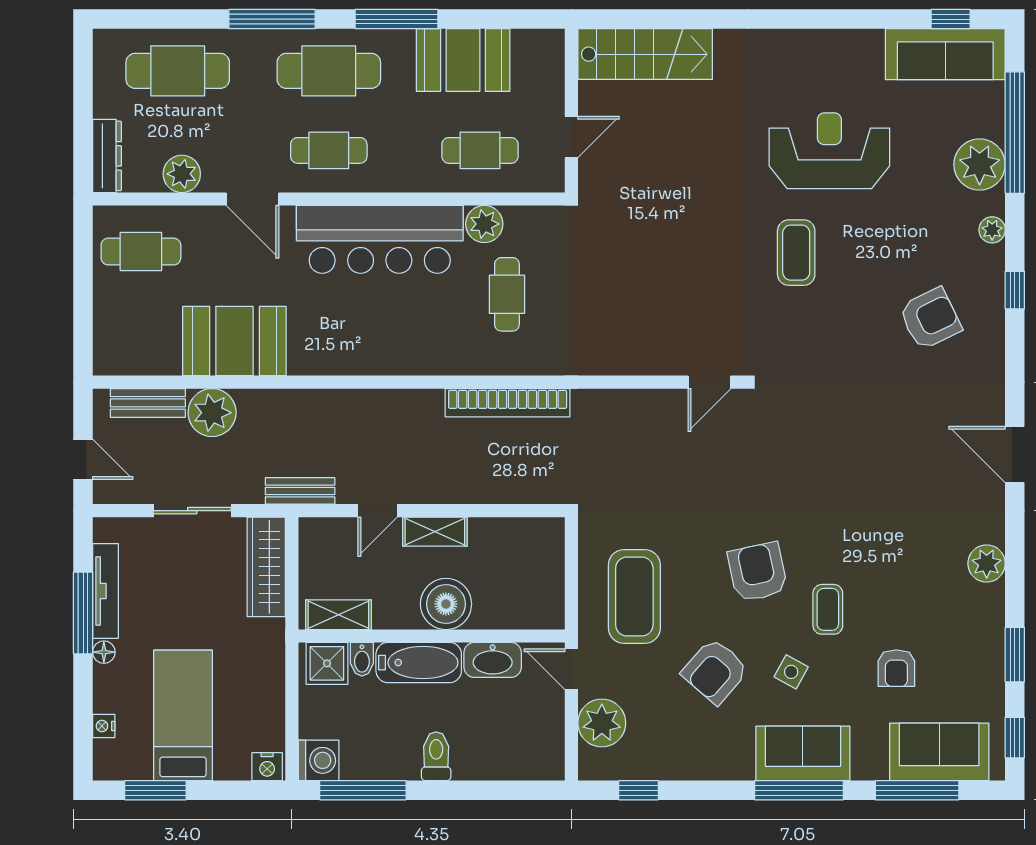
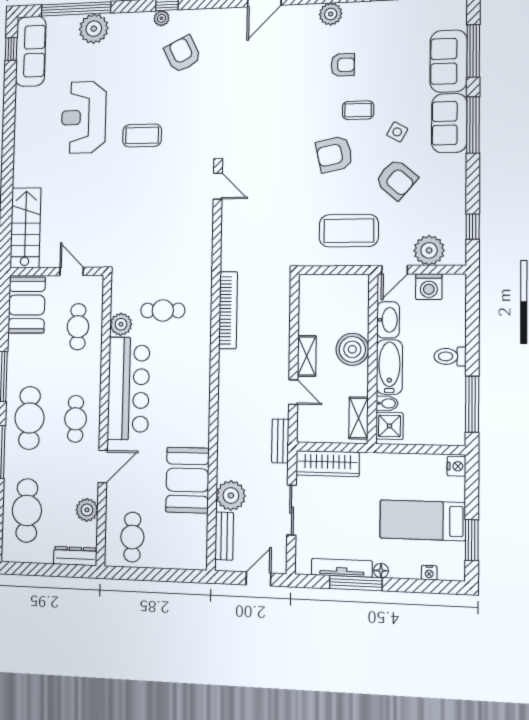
booth: (463, 60) -> (27, 305), moved
plant: (992, 230) -> (162, 18), moved
armchair: (896, 668) -> (343, 65), moved
sofa: (939, 752) -> (449, 61), moved
washing machine: (319, 760) -> (429, 287), moved, turned 180

